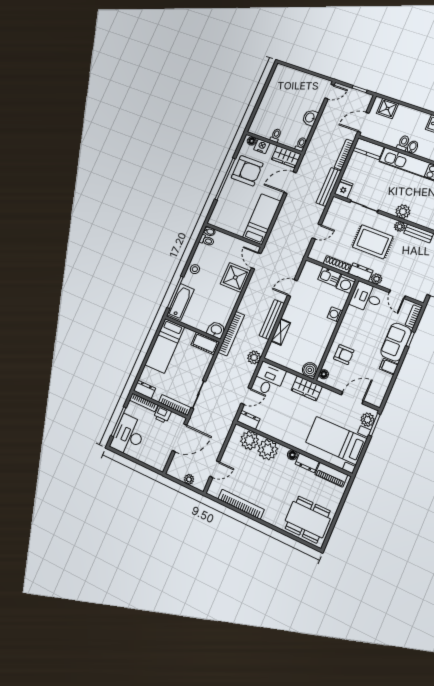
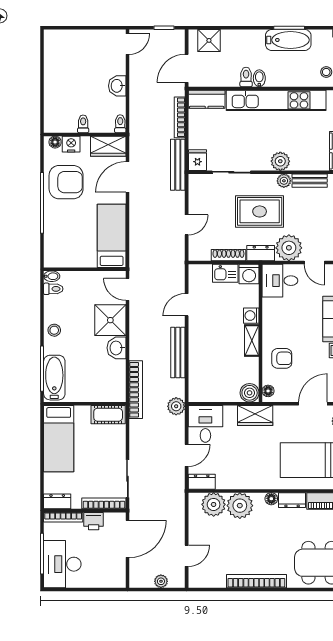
plant: (377, 279) -> (289, 248), width x1.88, depth x1.88
washbasin: (216, 330) -> (117, 348), moved, turned -90
shelving: (281, 332) -> (252, 340), moved
bookcase: (241, 504) -> (256, 581), moved

